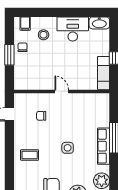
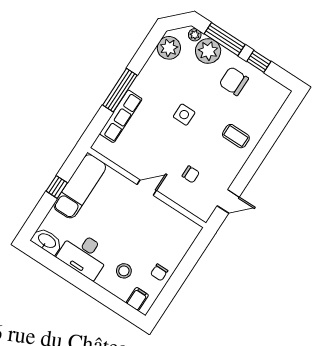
window: (9, 55) -> (181, 274), removed
exam couch: (104, 73) -> (80, 186), width x1.36, depth x1.45
door: (62, 92) -> (147, 188), swing flipped
row of seats: (104, 146) -> (121, 116), moved

